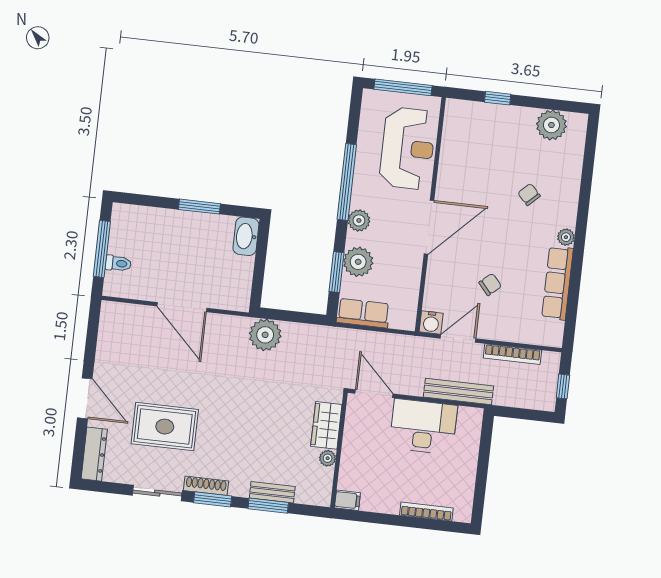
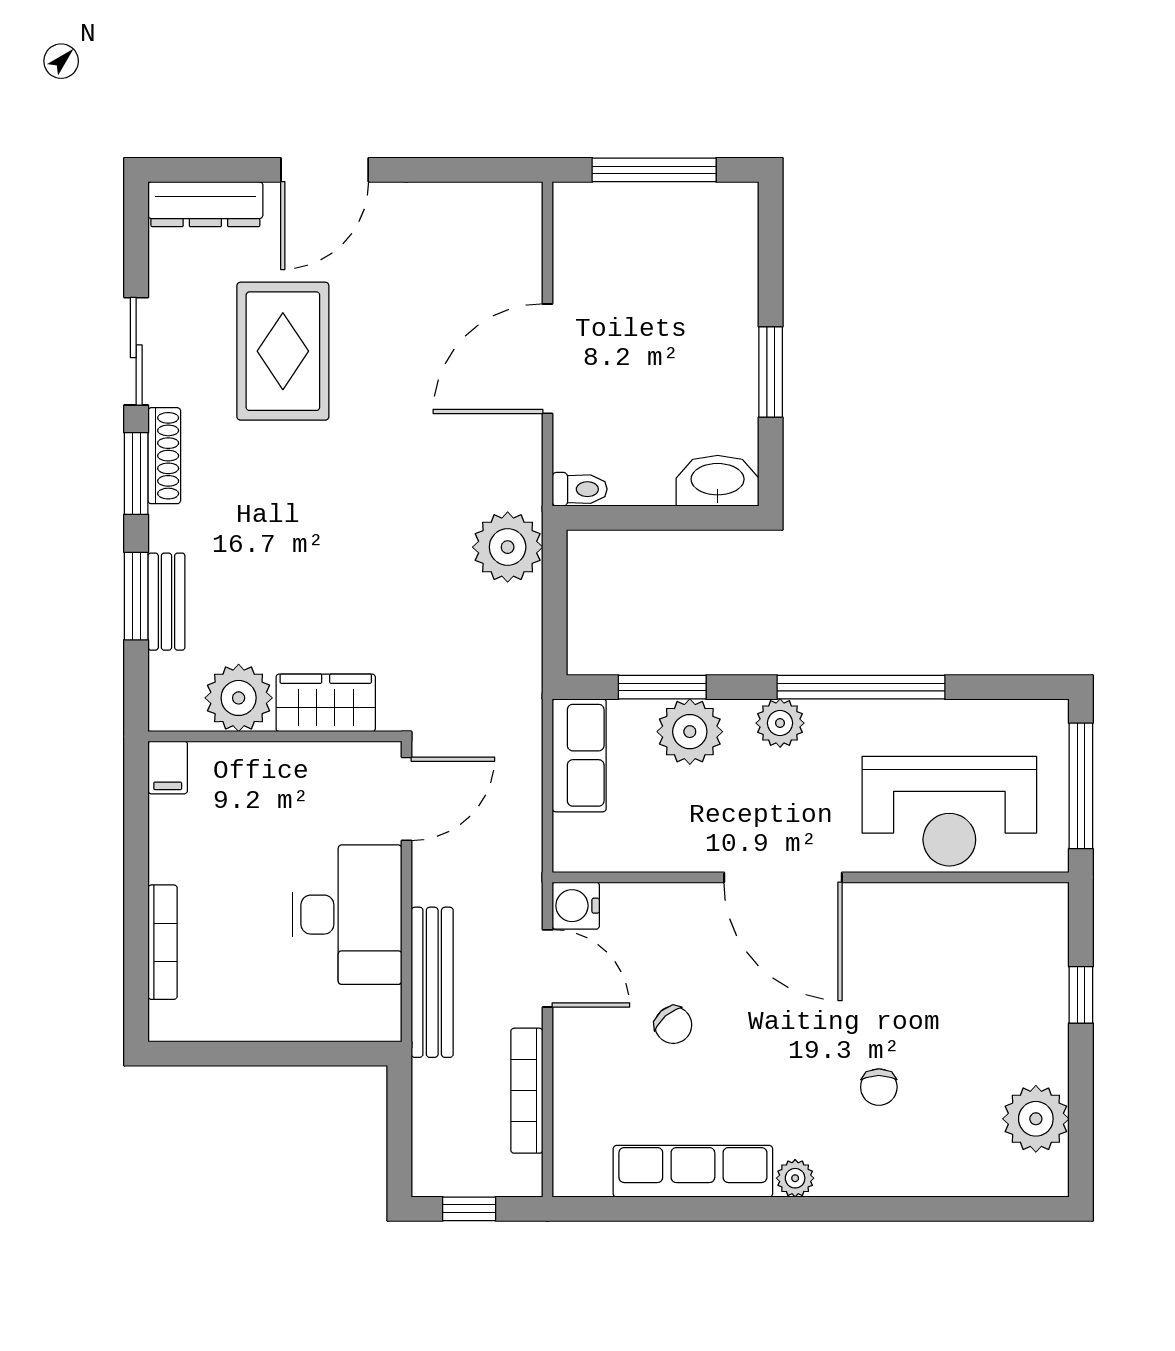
chair: (529, 195) -> (879, 1087), turned 134
toilet: (118, 263) -> (580, 489), moved, turned -90
plant: (328, 458) -> (239, 698), width x1.87, depth x1.87

